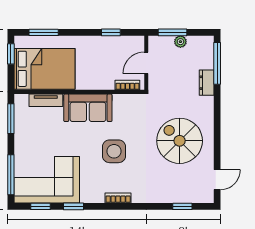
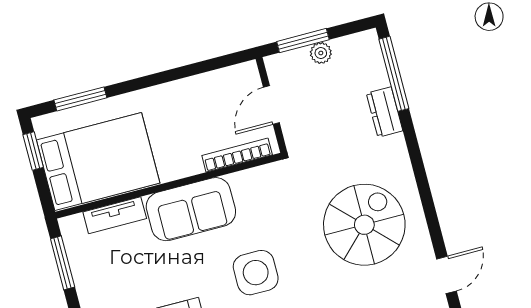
window: (111, 32) -> (196, 69), removed
bookcase: (127, 85) -> (237, 155), width x1.56
spiral stairs: (180, 141) -> (364, 225), turned 90

